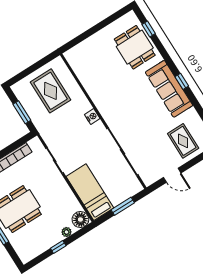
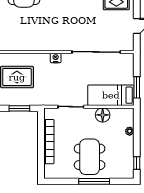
window: (123, 206) -> (137, 87), moved
floor lamp: (80, 219) -> (103, 115), moved
window: (58, 247) -> (137, 163), moved

